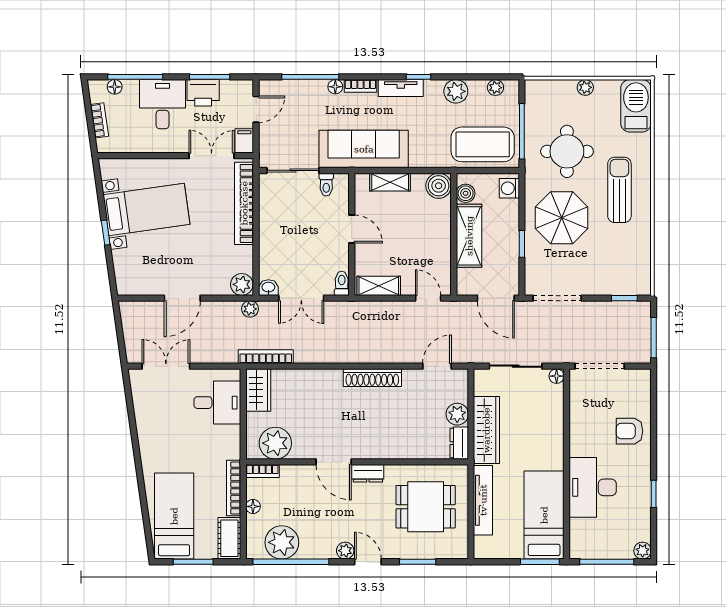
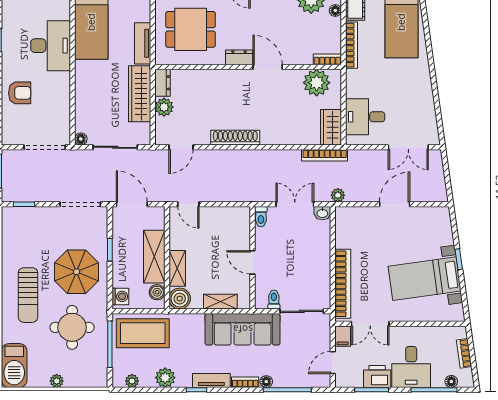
plant: (242, 284) -> (345, 216), removed
shelving: (379, 286) -> (177, 268), moved, turned 90
tv unit: (483, 500) -> (143, 43), width x0.71
floor lamp: (253, 506) -> (335, 10), moved

